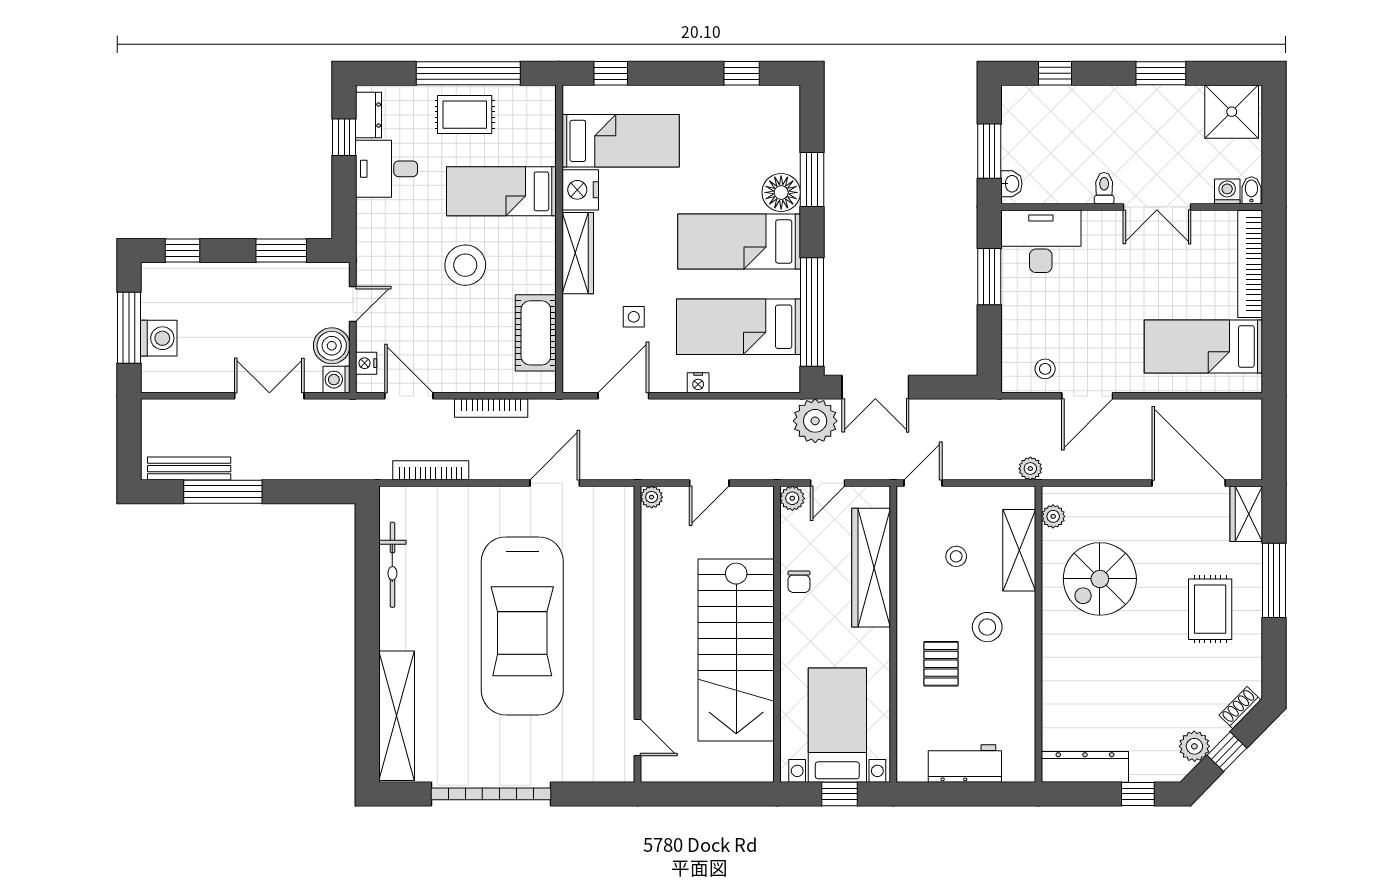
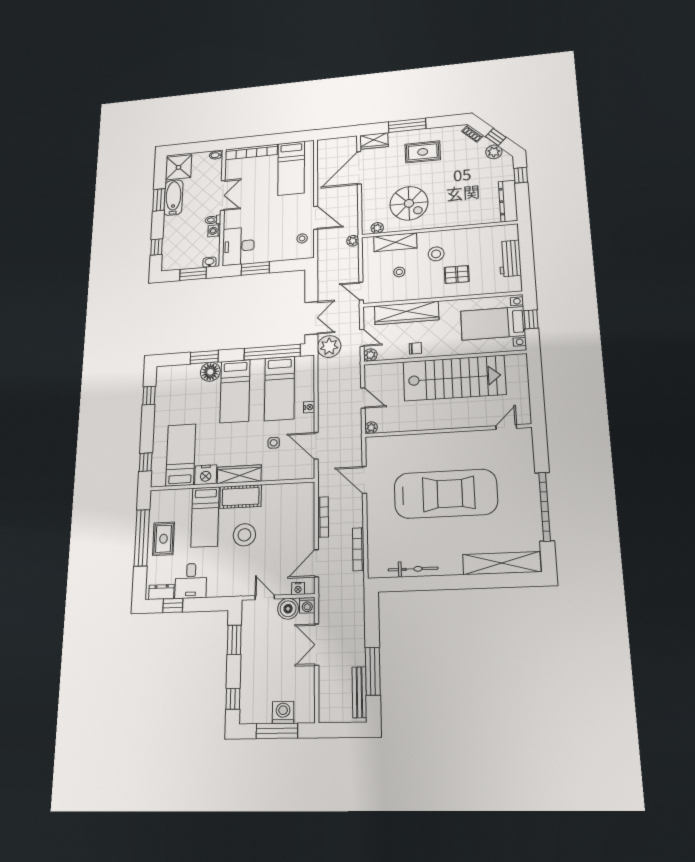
bathtub: (1163, 104) -> (173, 198), added
washing machine: (1227, 191) -> (214, 231), moved
cot: (536, 333) -> (241, 497), moved

